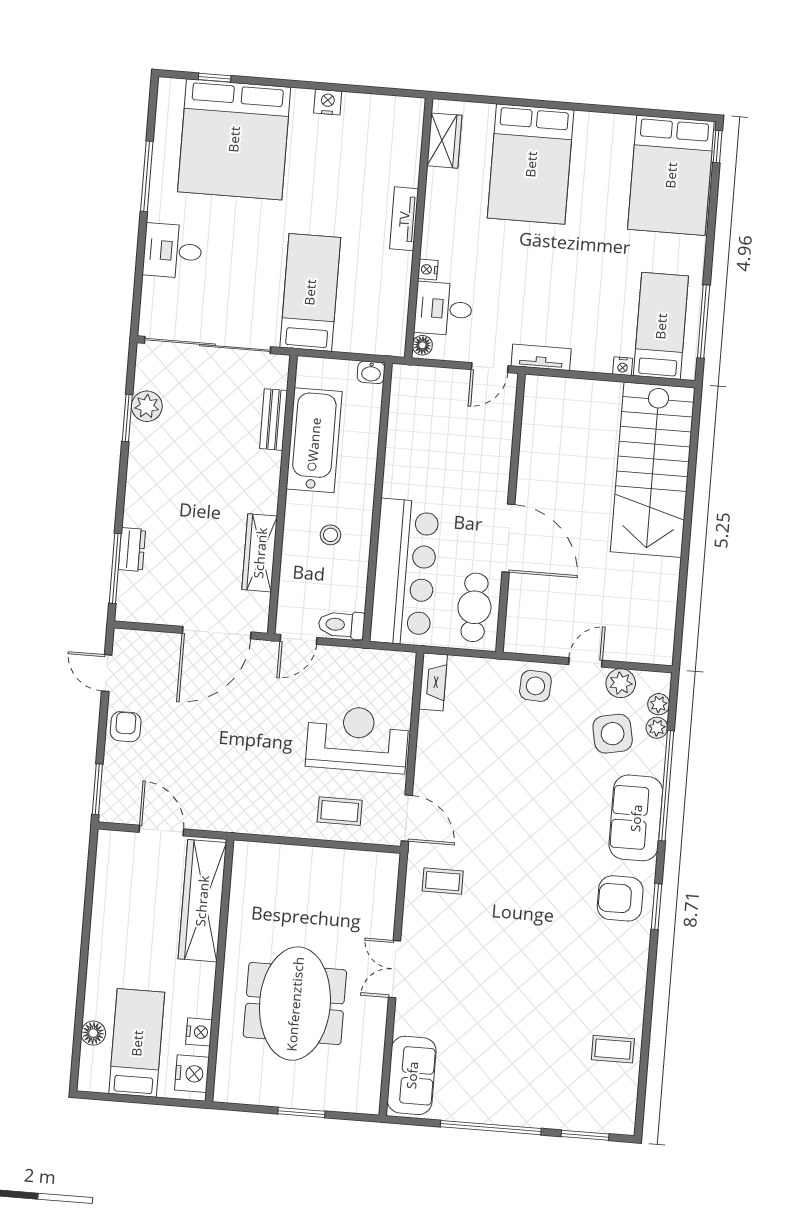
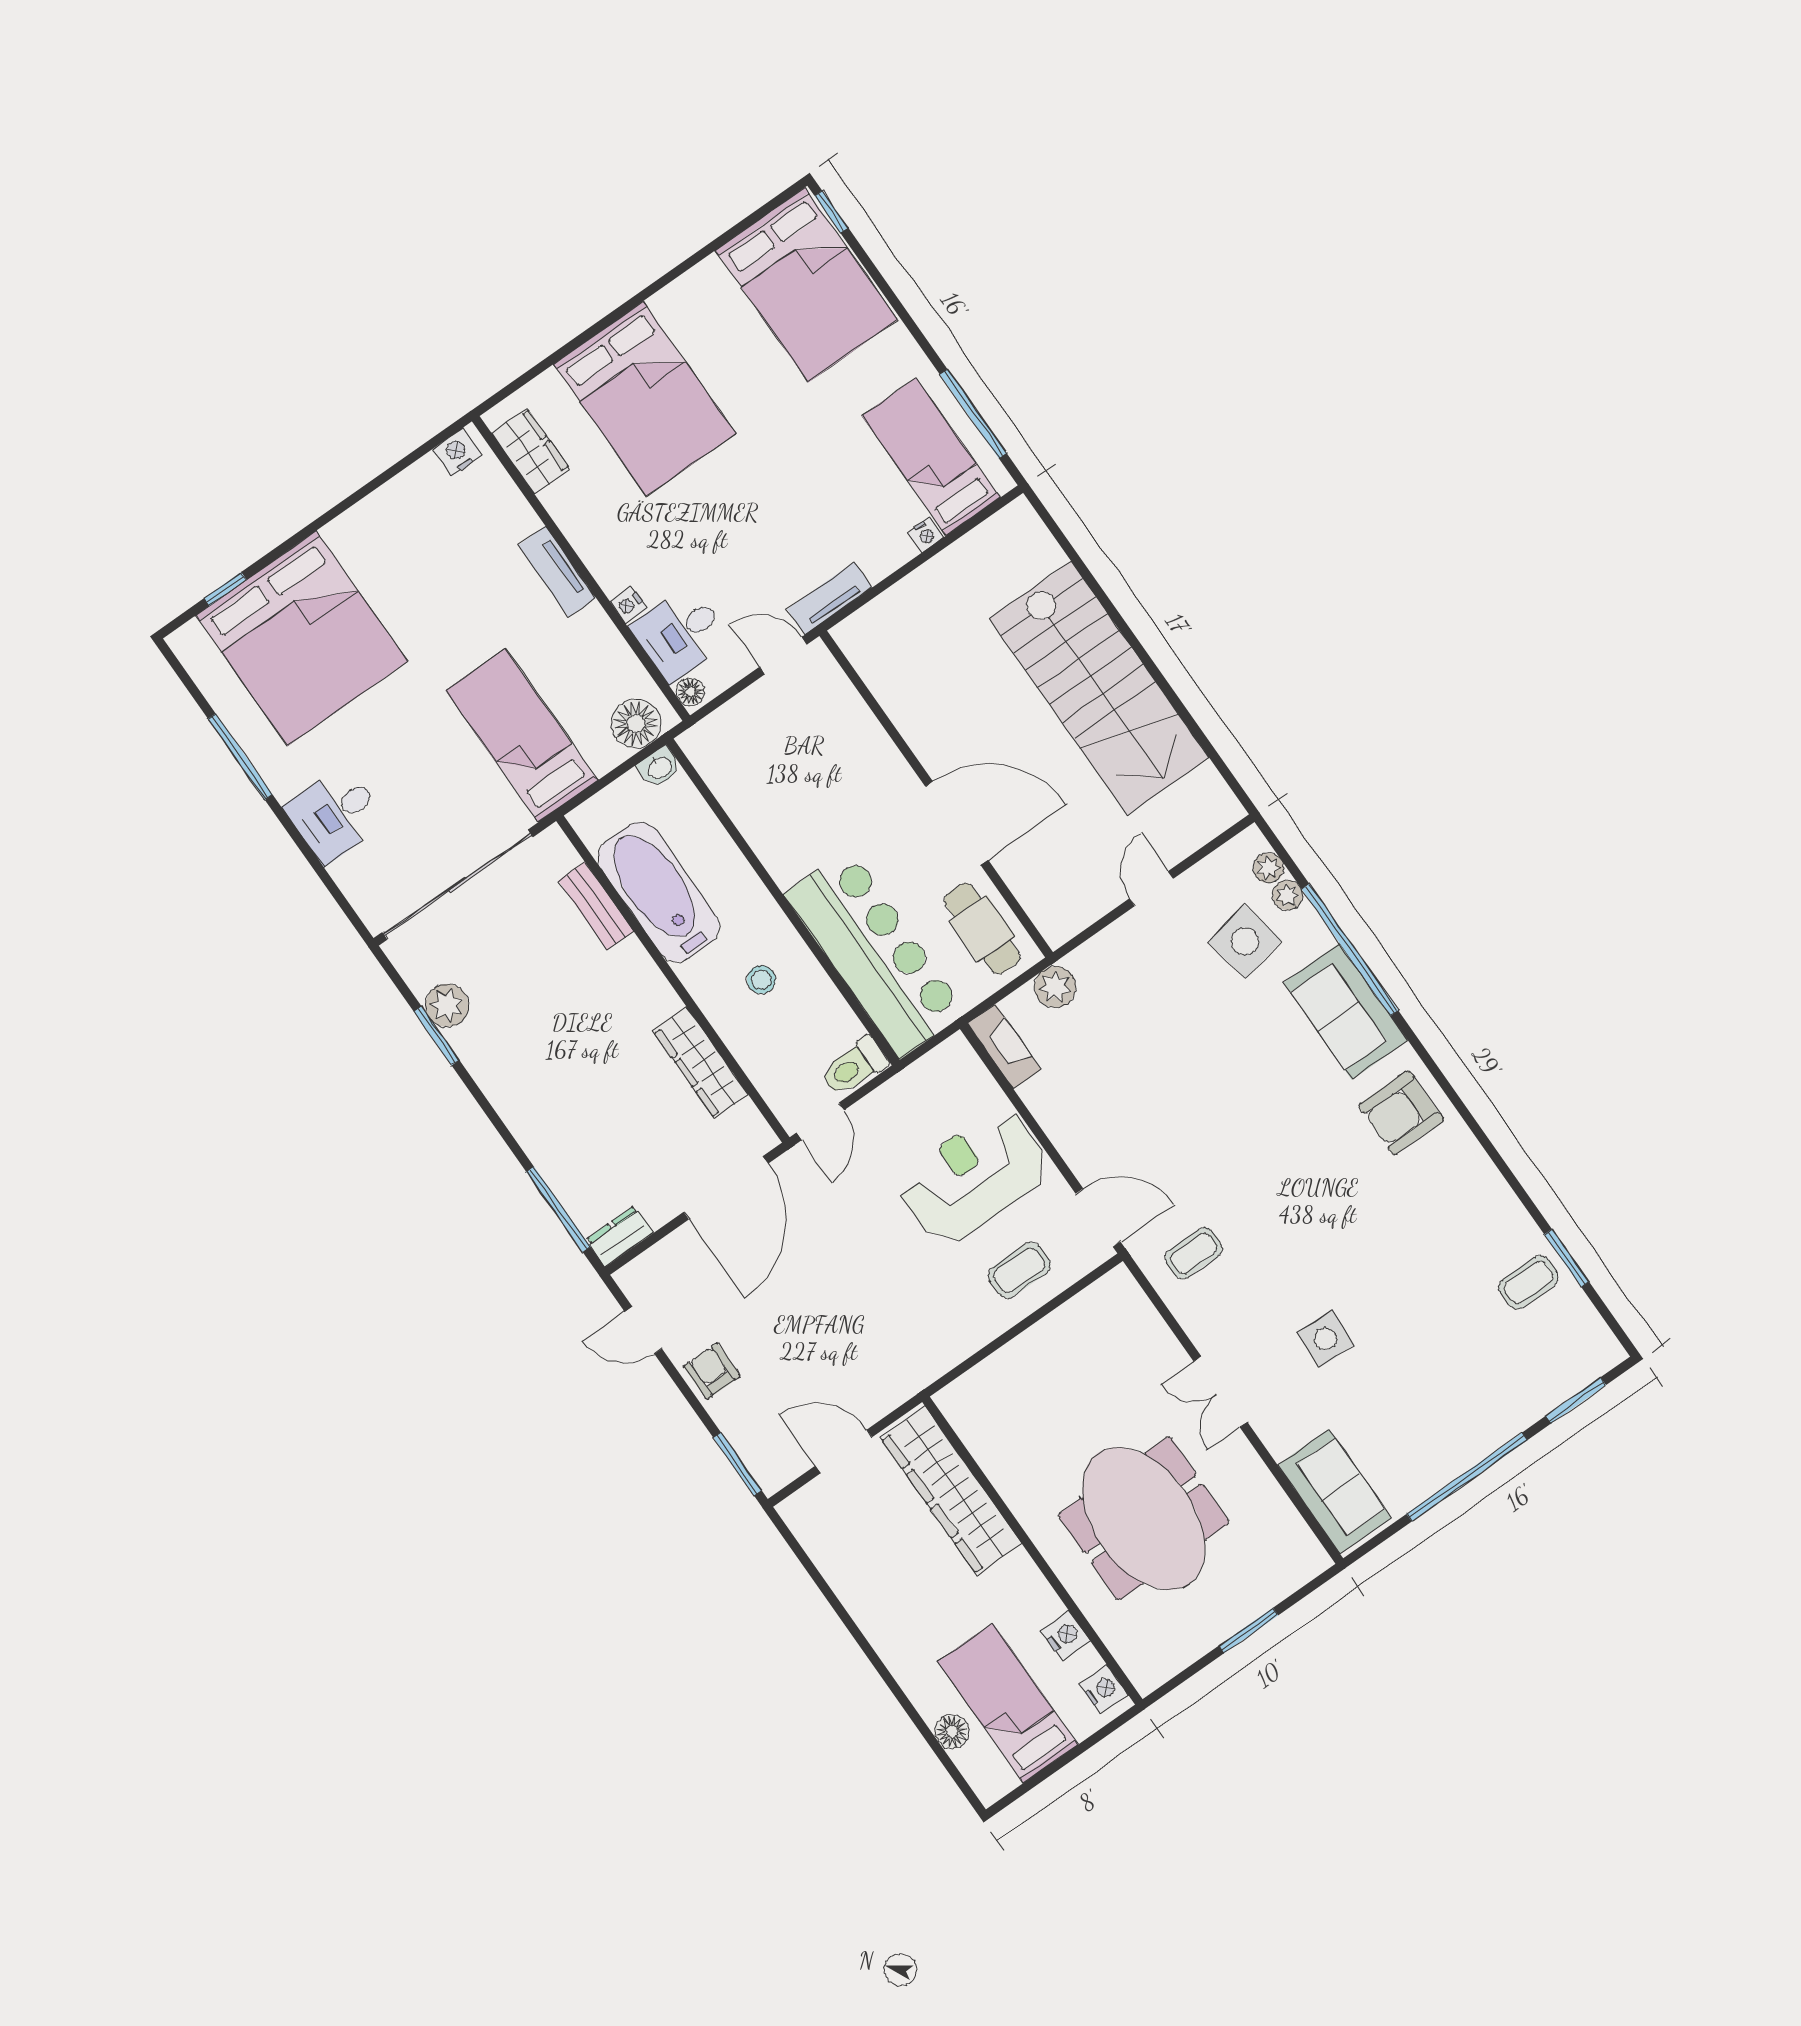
nightstand: (328, 102) -> (457, 452), moved
floor lamp: (378, 338) -> (636, 724), added
door: (490, 368) -> (783, 656), swing flipped
stairs: (653, 470) -> (1099, 688), moved
dresser: (132, 550) -> (620, 1236), moved, turned -90
plant: (621, 683) -> (1055, 987), moved
side table: (535, 686) -> (1326, 1339), moved
window: (656, 907) -> (1567, 1258), moved
nightstand: (192, 1074) -> (1103, 1689), width x0.74, depth x0.75

